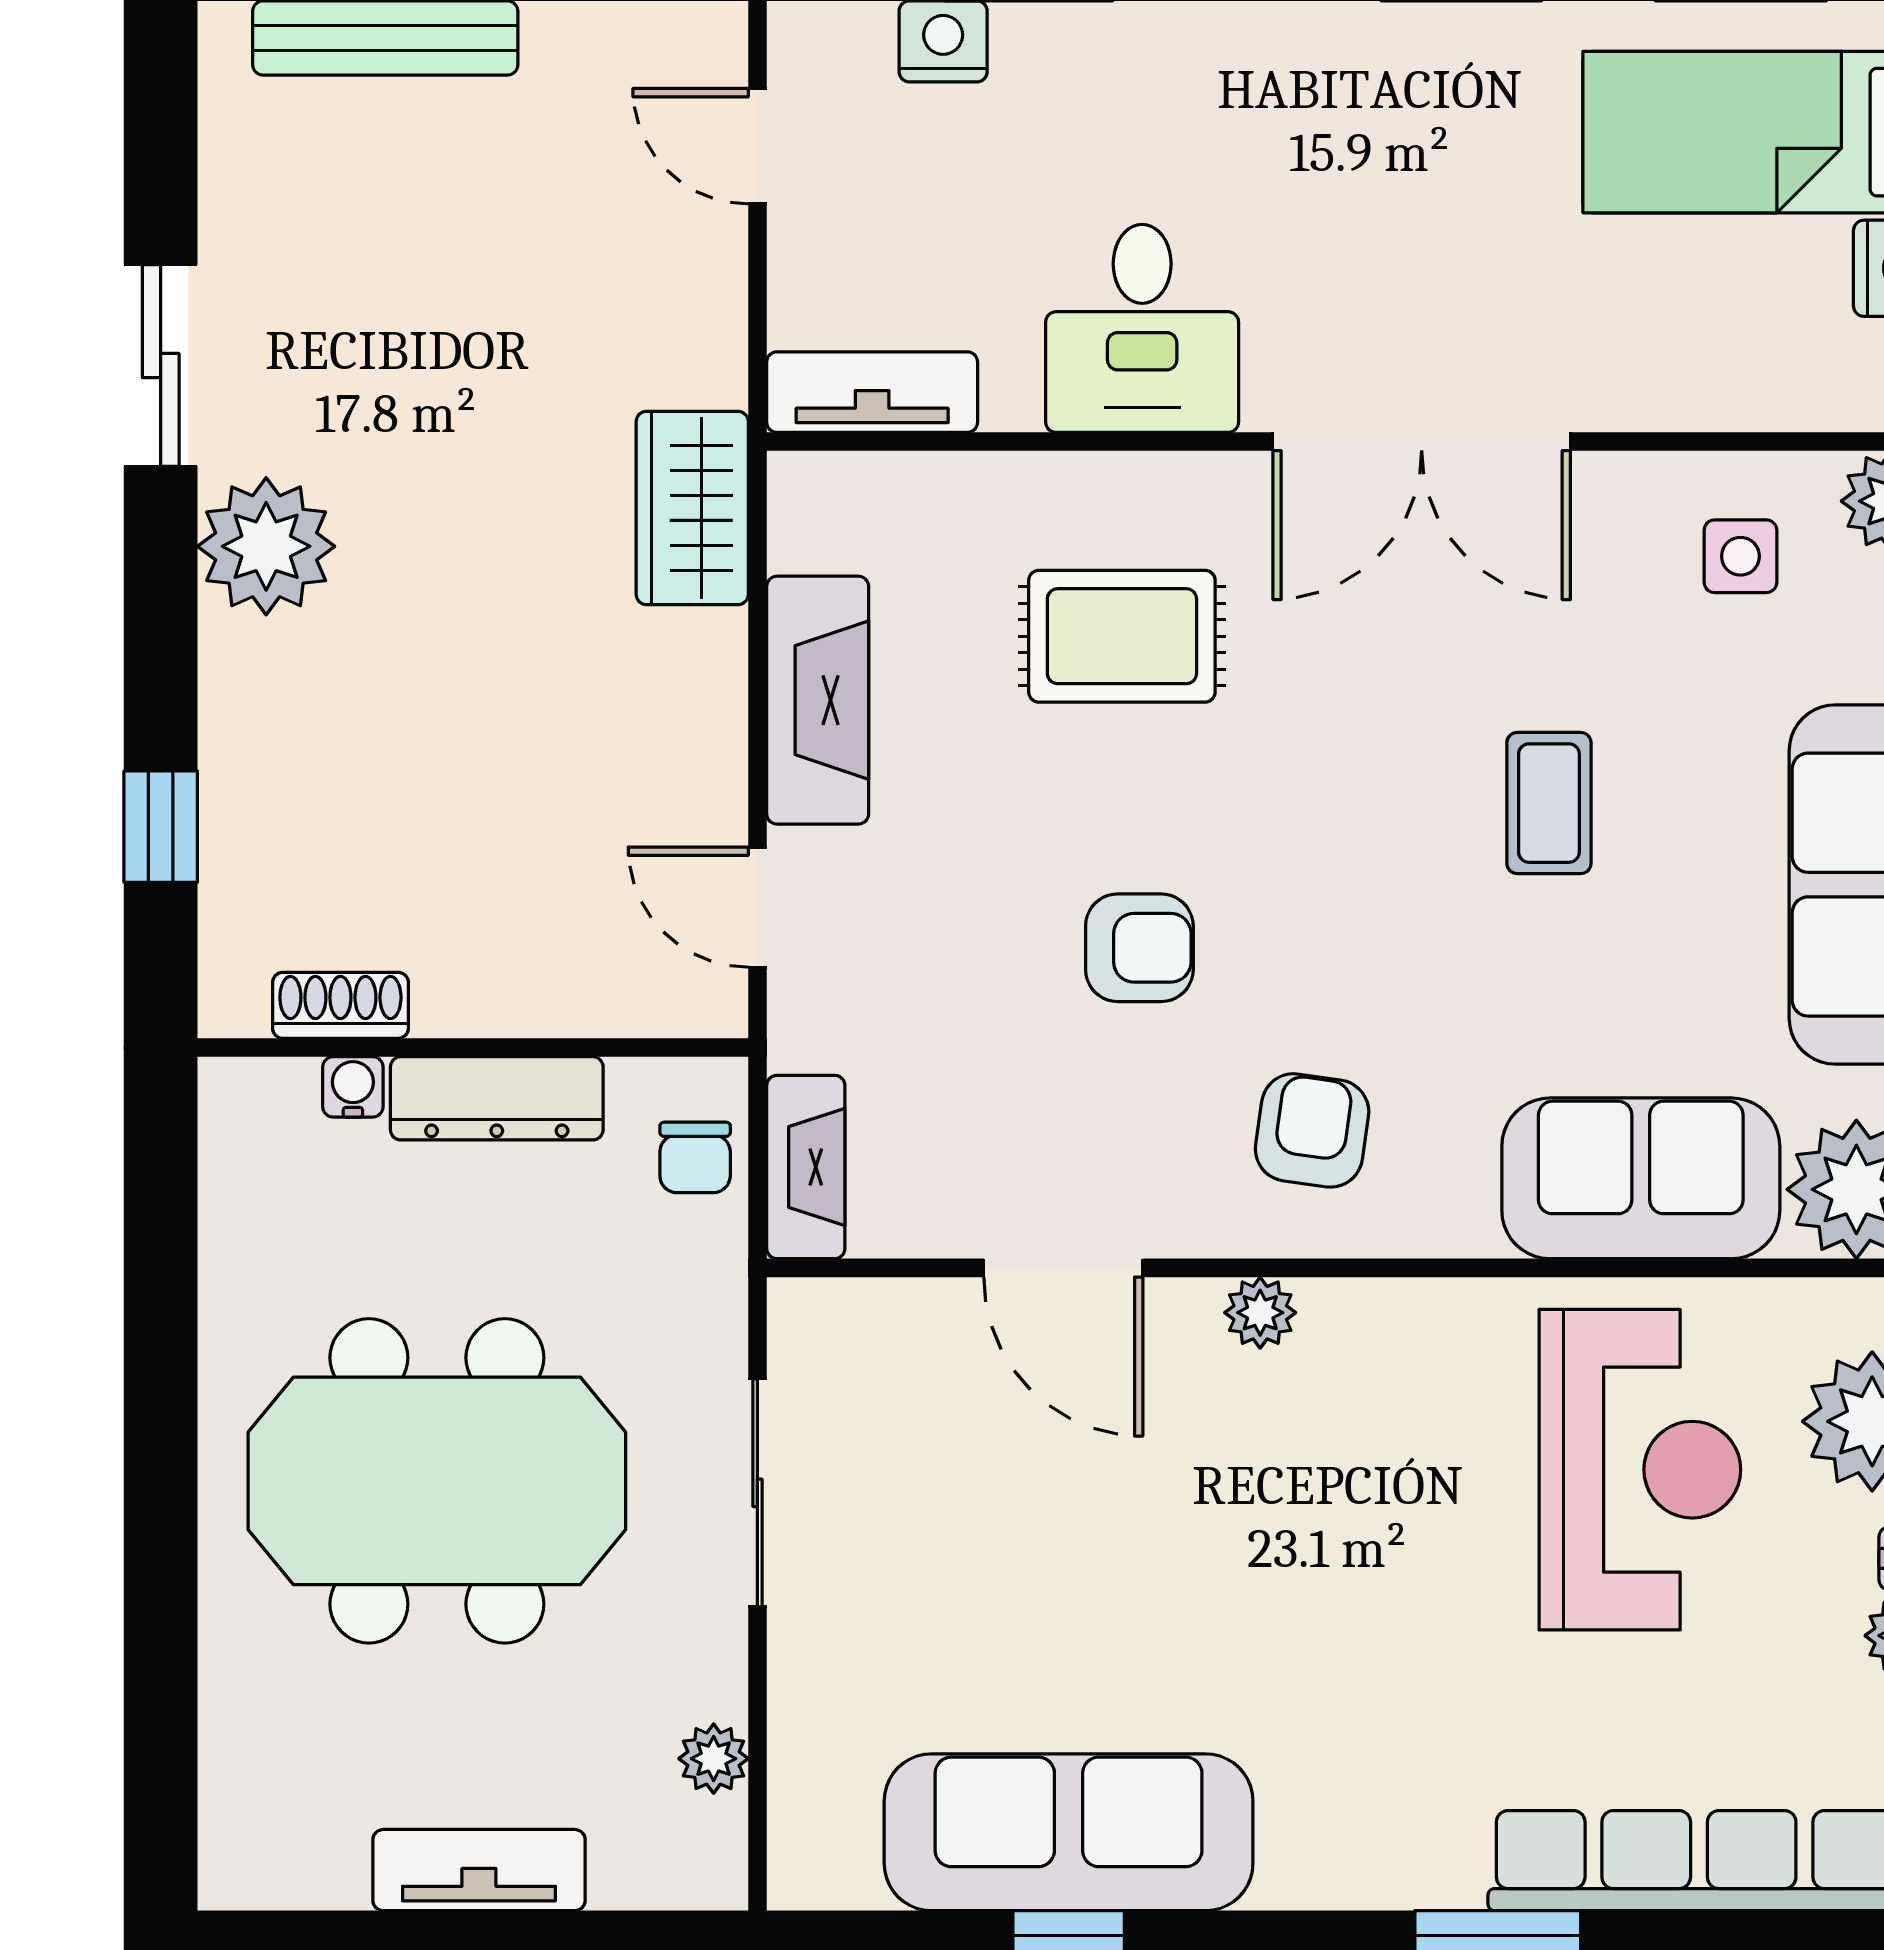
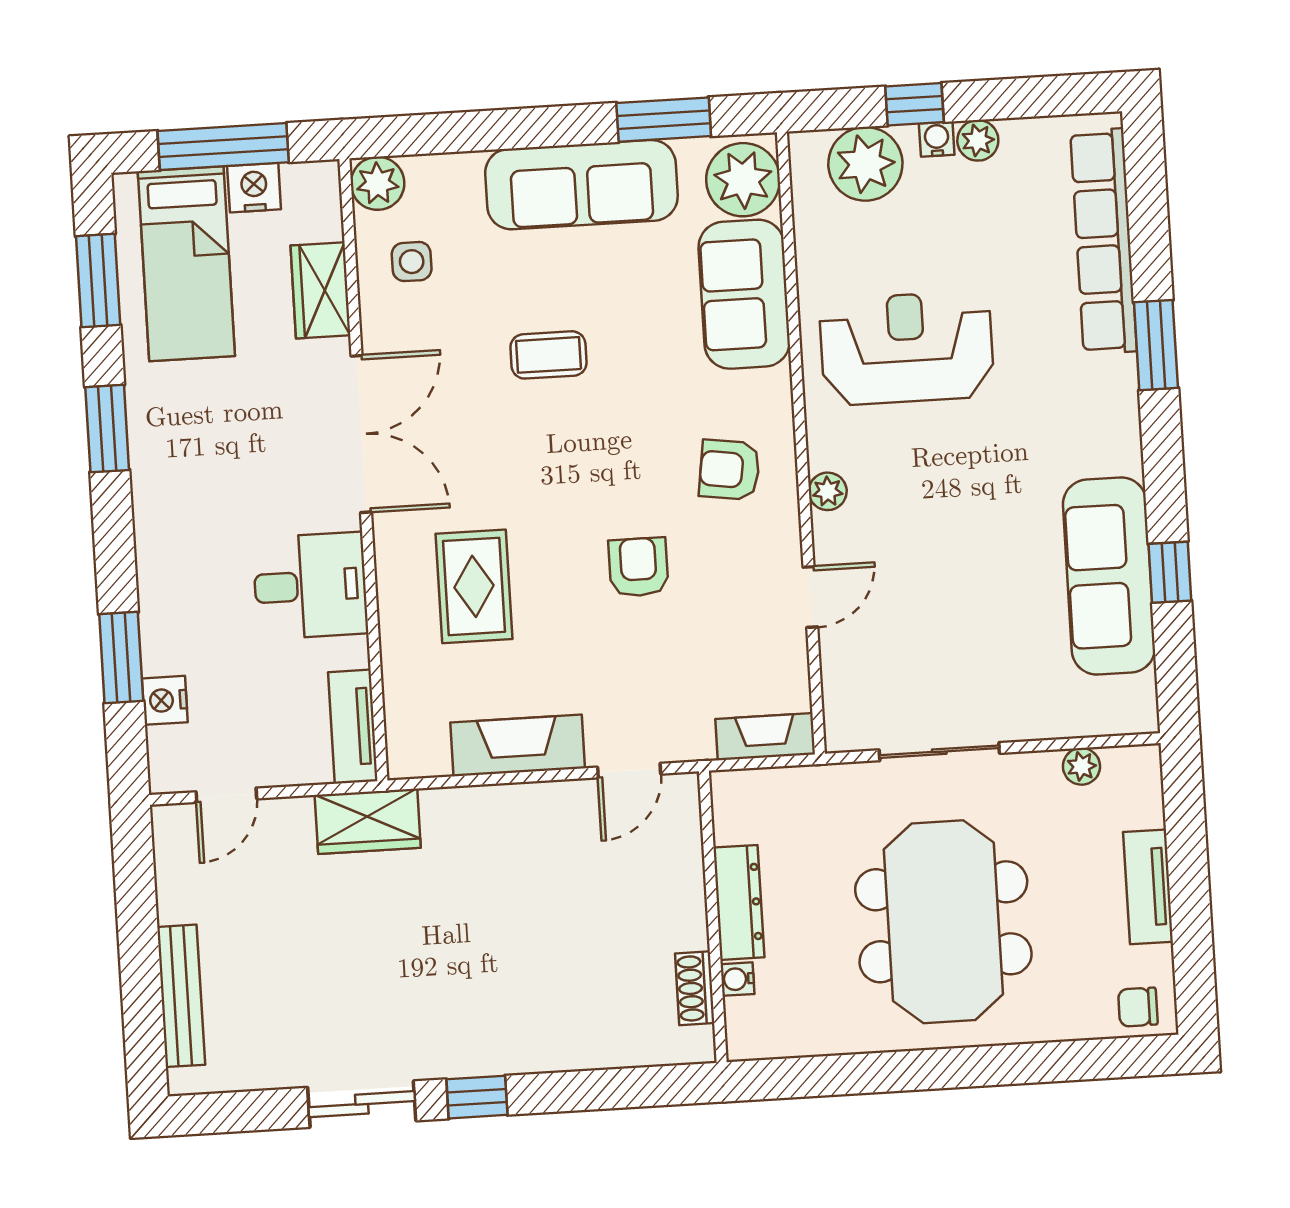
wardrobe: (1697, 381) -> (320, 290), added
wardrobe: (692, 508) -> (368, 821), moved
plant: (266, 546) -> (454, 1042), removed
window: (161, 827) -> (477, 1097), moved
chair: (695, 1157) -> (1138, 1007), moved, turned 180
door: (1063, 1268) -> (810, 597), width x0.73
reception desk: (1640, 1470) -> (907, 348), moved

